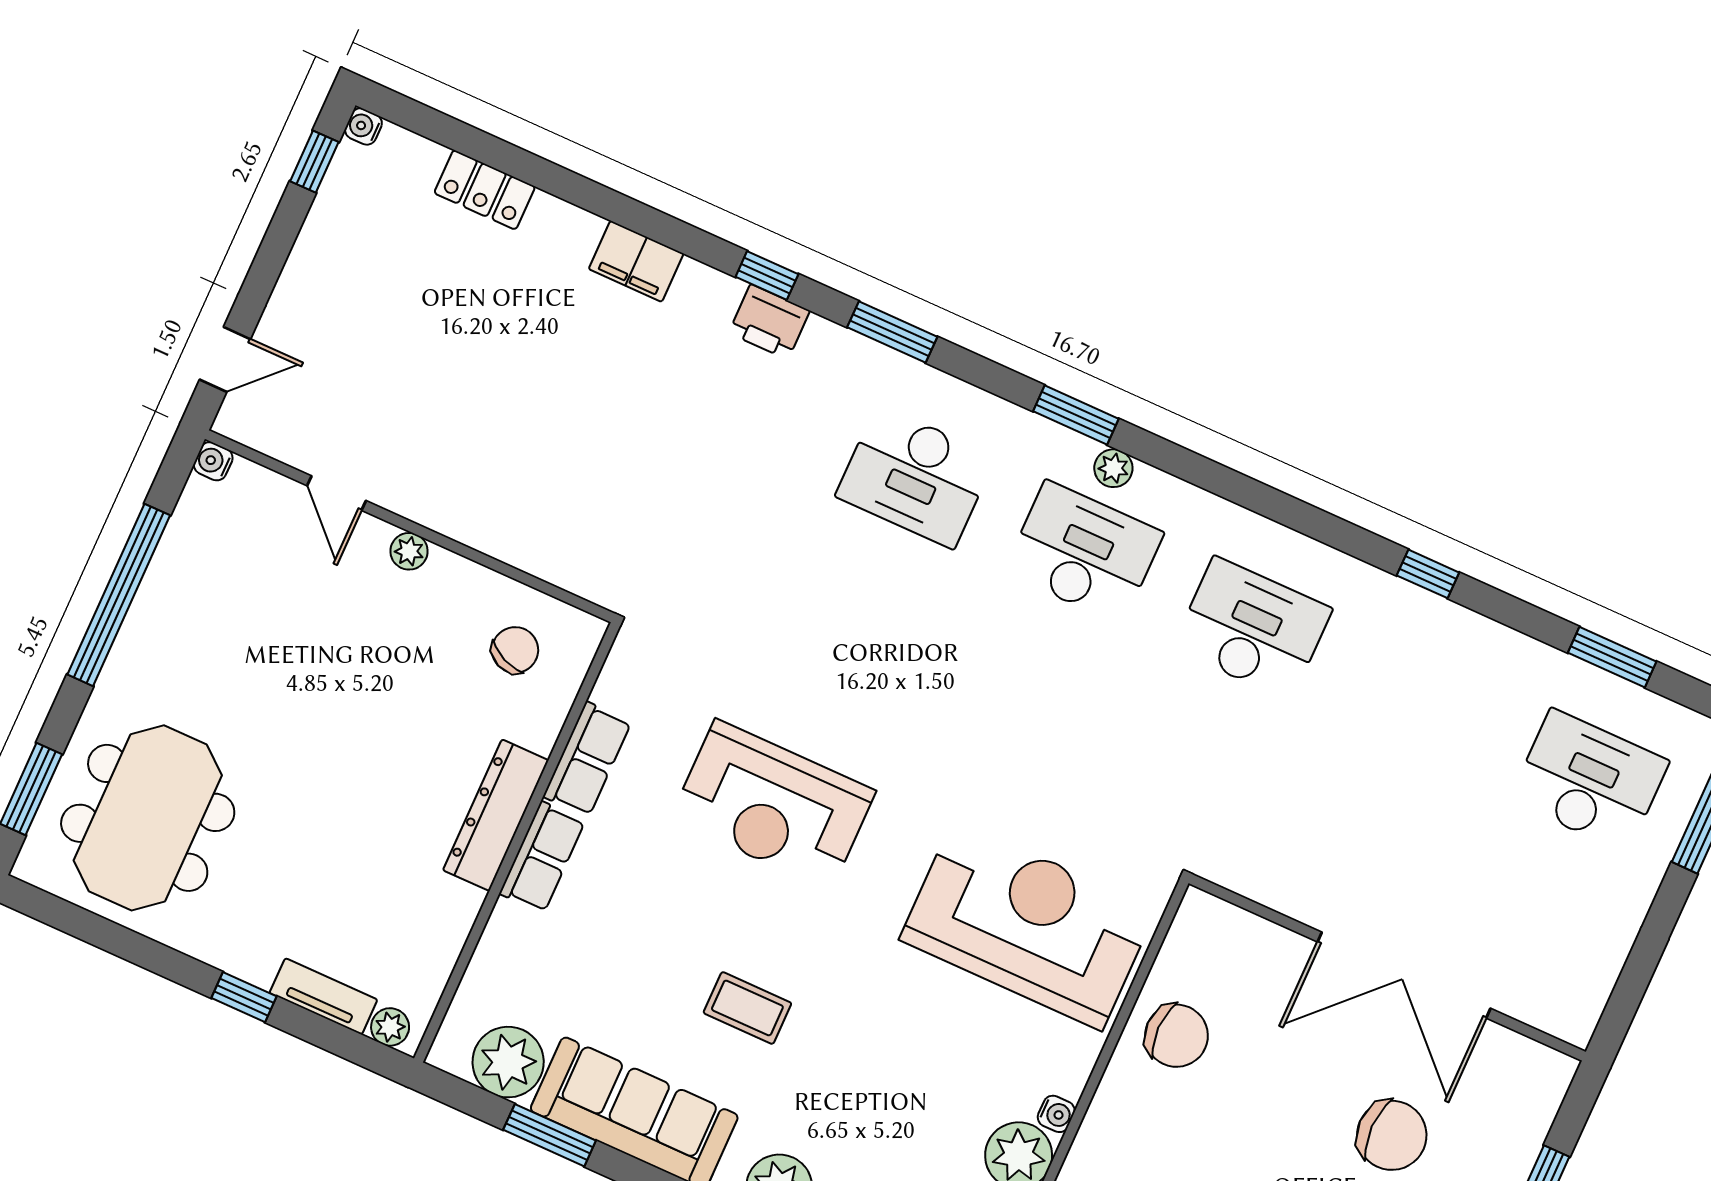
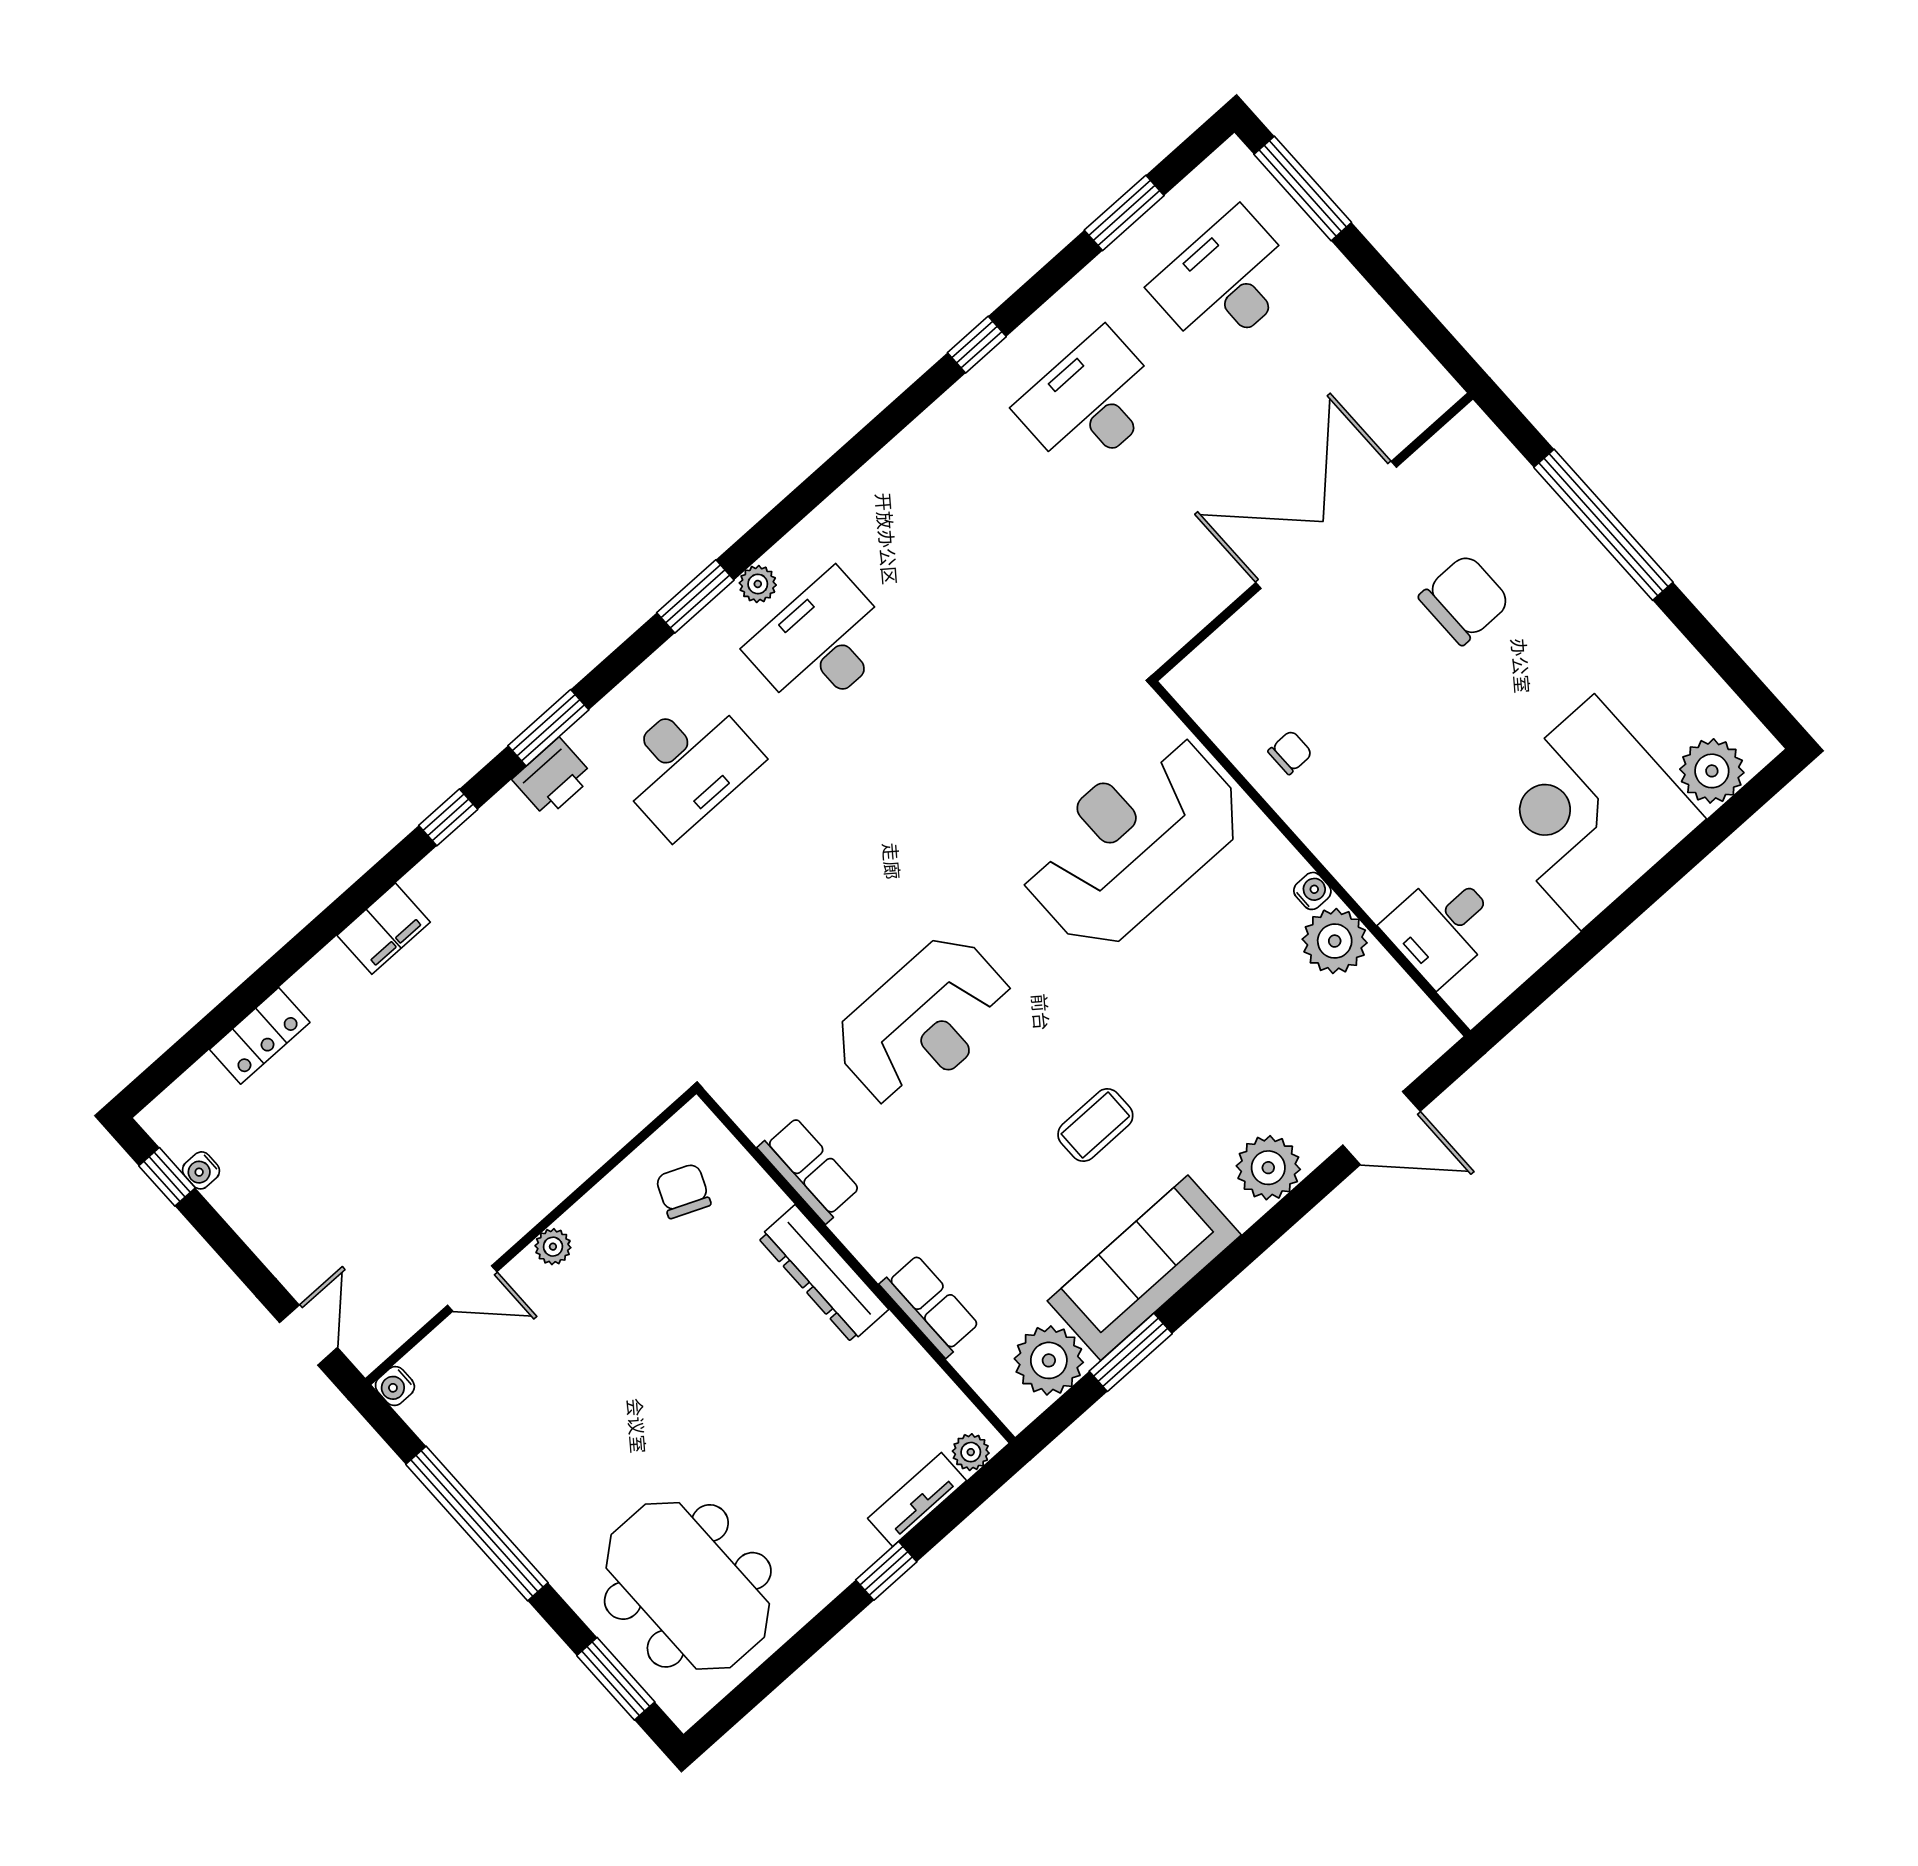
water cooler: (363, 127) -> (201, 1170), moved
printer: (769, 322) -> (553, 778), moved
desk: (1252, 629) -> (1091, 403), moved
row of seats: (542, 857) -> (930, 1306), moved
double door: (1404, 975) -> (1326, 525), swing flipped
chair: (1176, 1036) -> (1290, 752), width x0.54, depth x0.54

